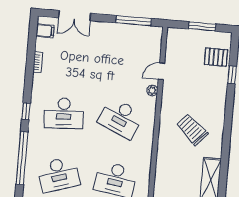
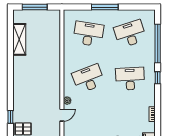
desk: (121, 118) -> (88, 79), turned -45
trolley: (192, 129) -> (36, 75), removed

